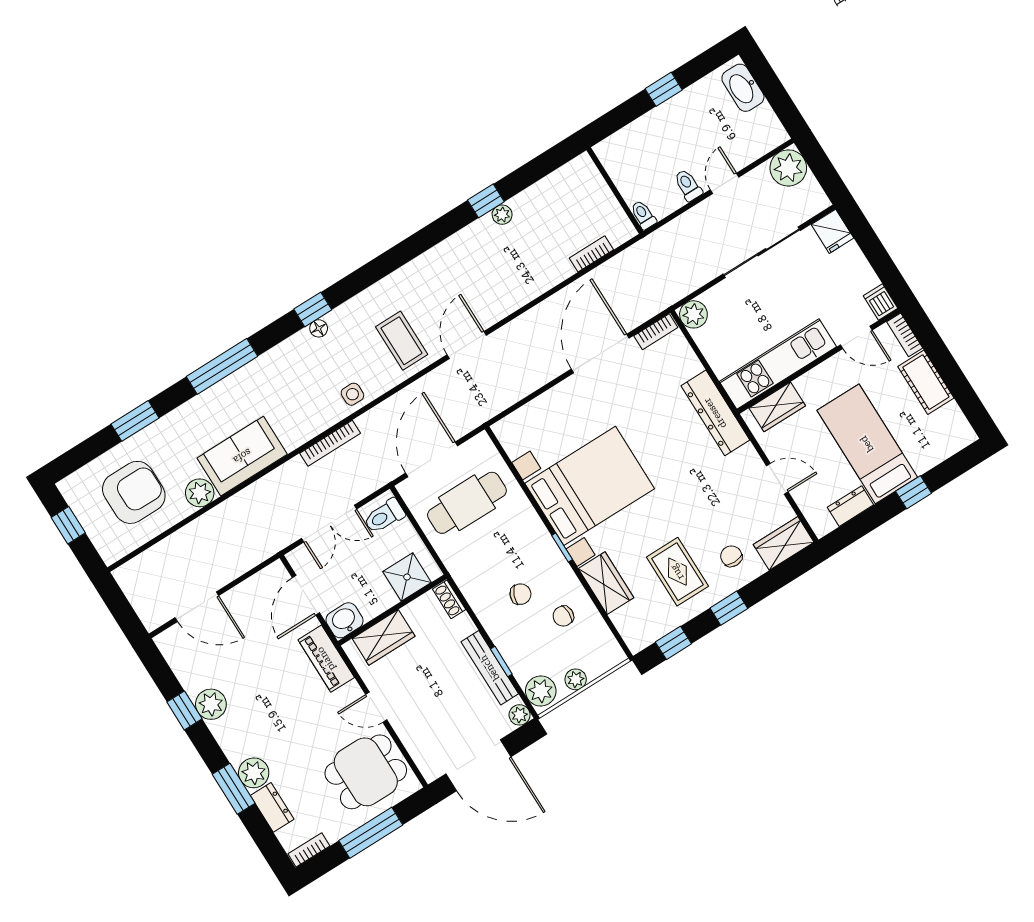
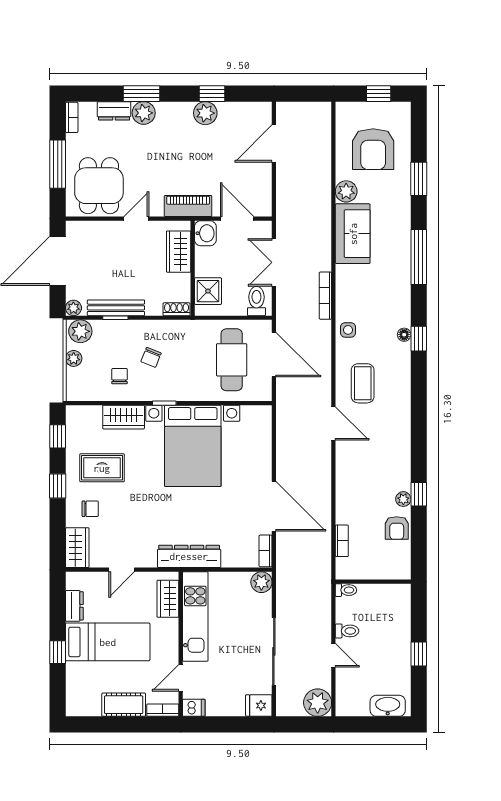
armchair: (539, 202) -> (397, 528), added
coffee table: (402, 341) -> (363, 383), turned 90

